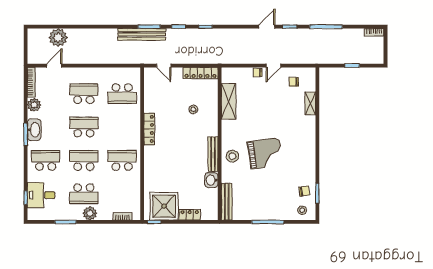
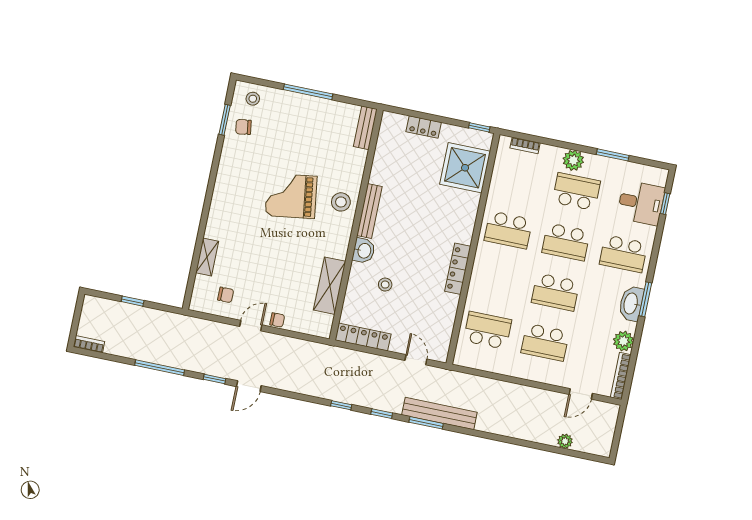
plant: (58, 38) -> (565, 441), width x0.53, depth x0.53
washbasin: (211, 180) -> (364, 251), moved
bench: (227, 202) -> (365, 128), width x0.73
shower: (164, 206) -> (465, 168), moved

